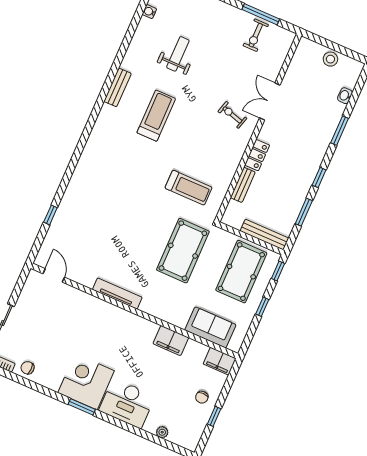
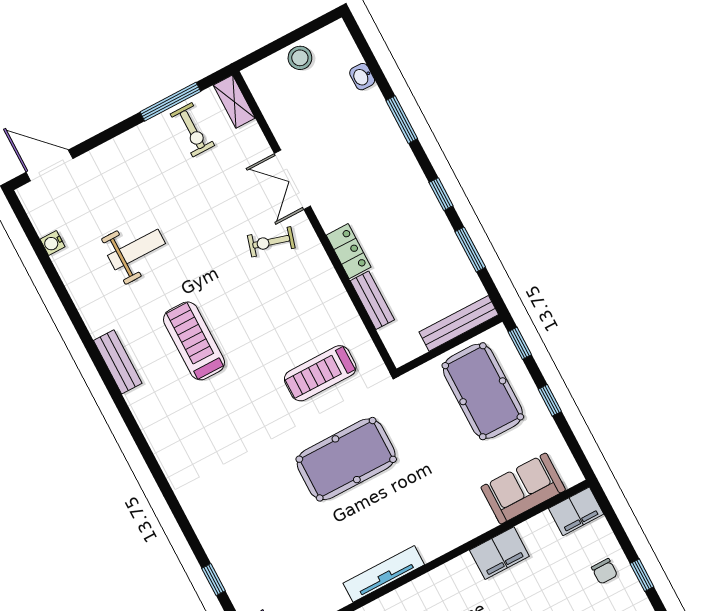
shelving: (285, 44) -> (234, 102), added
weight bench: (178, 54) -> (137, 250), turned 90
treadmill: (189, 188) -> (320, 373), turned 180
pool table: (183, 251) -> (346, 459), moved, turned 90

